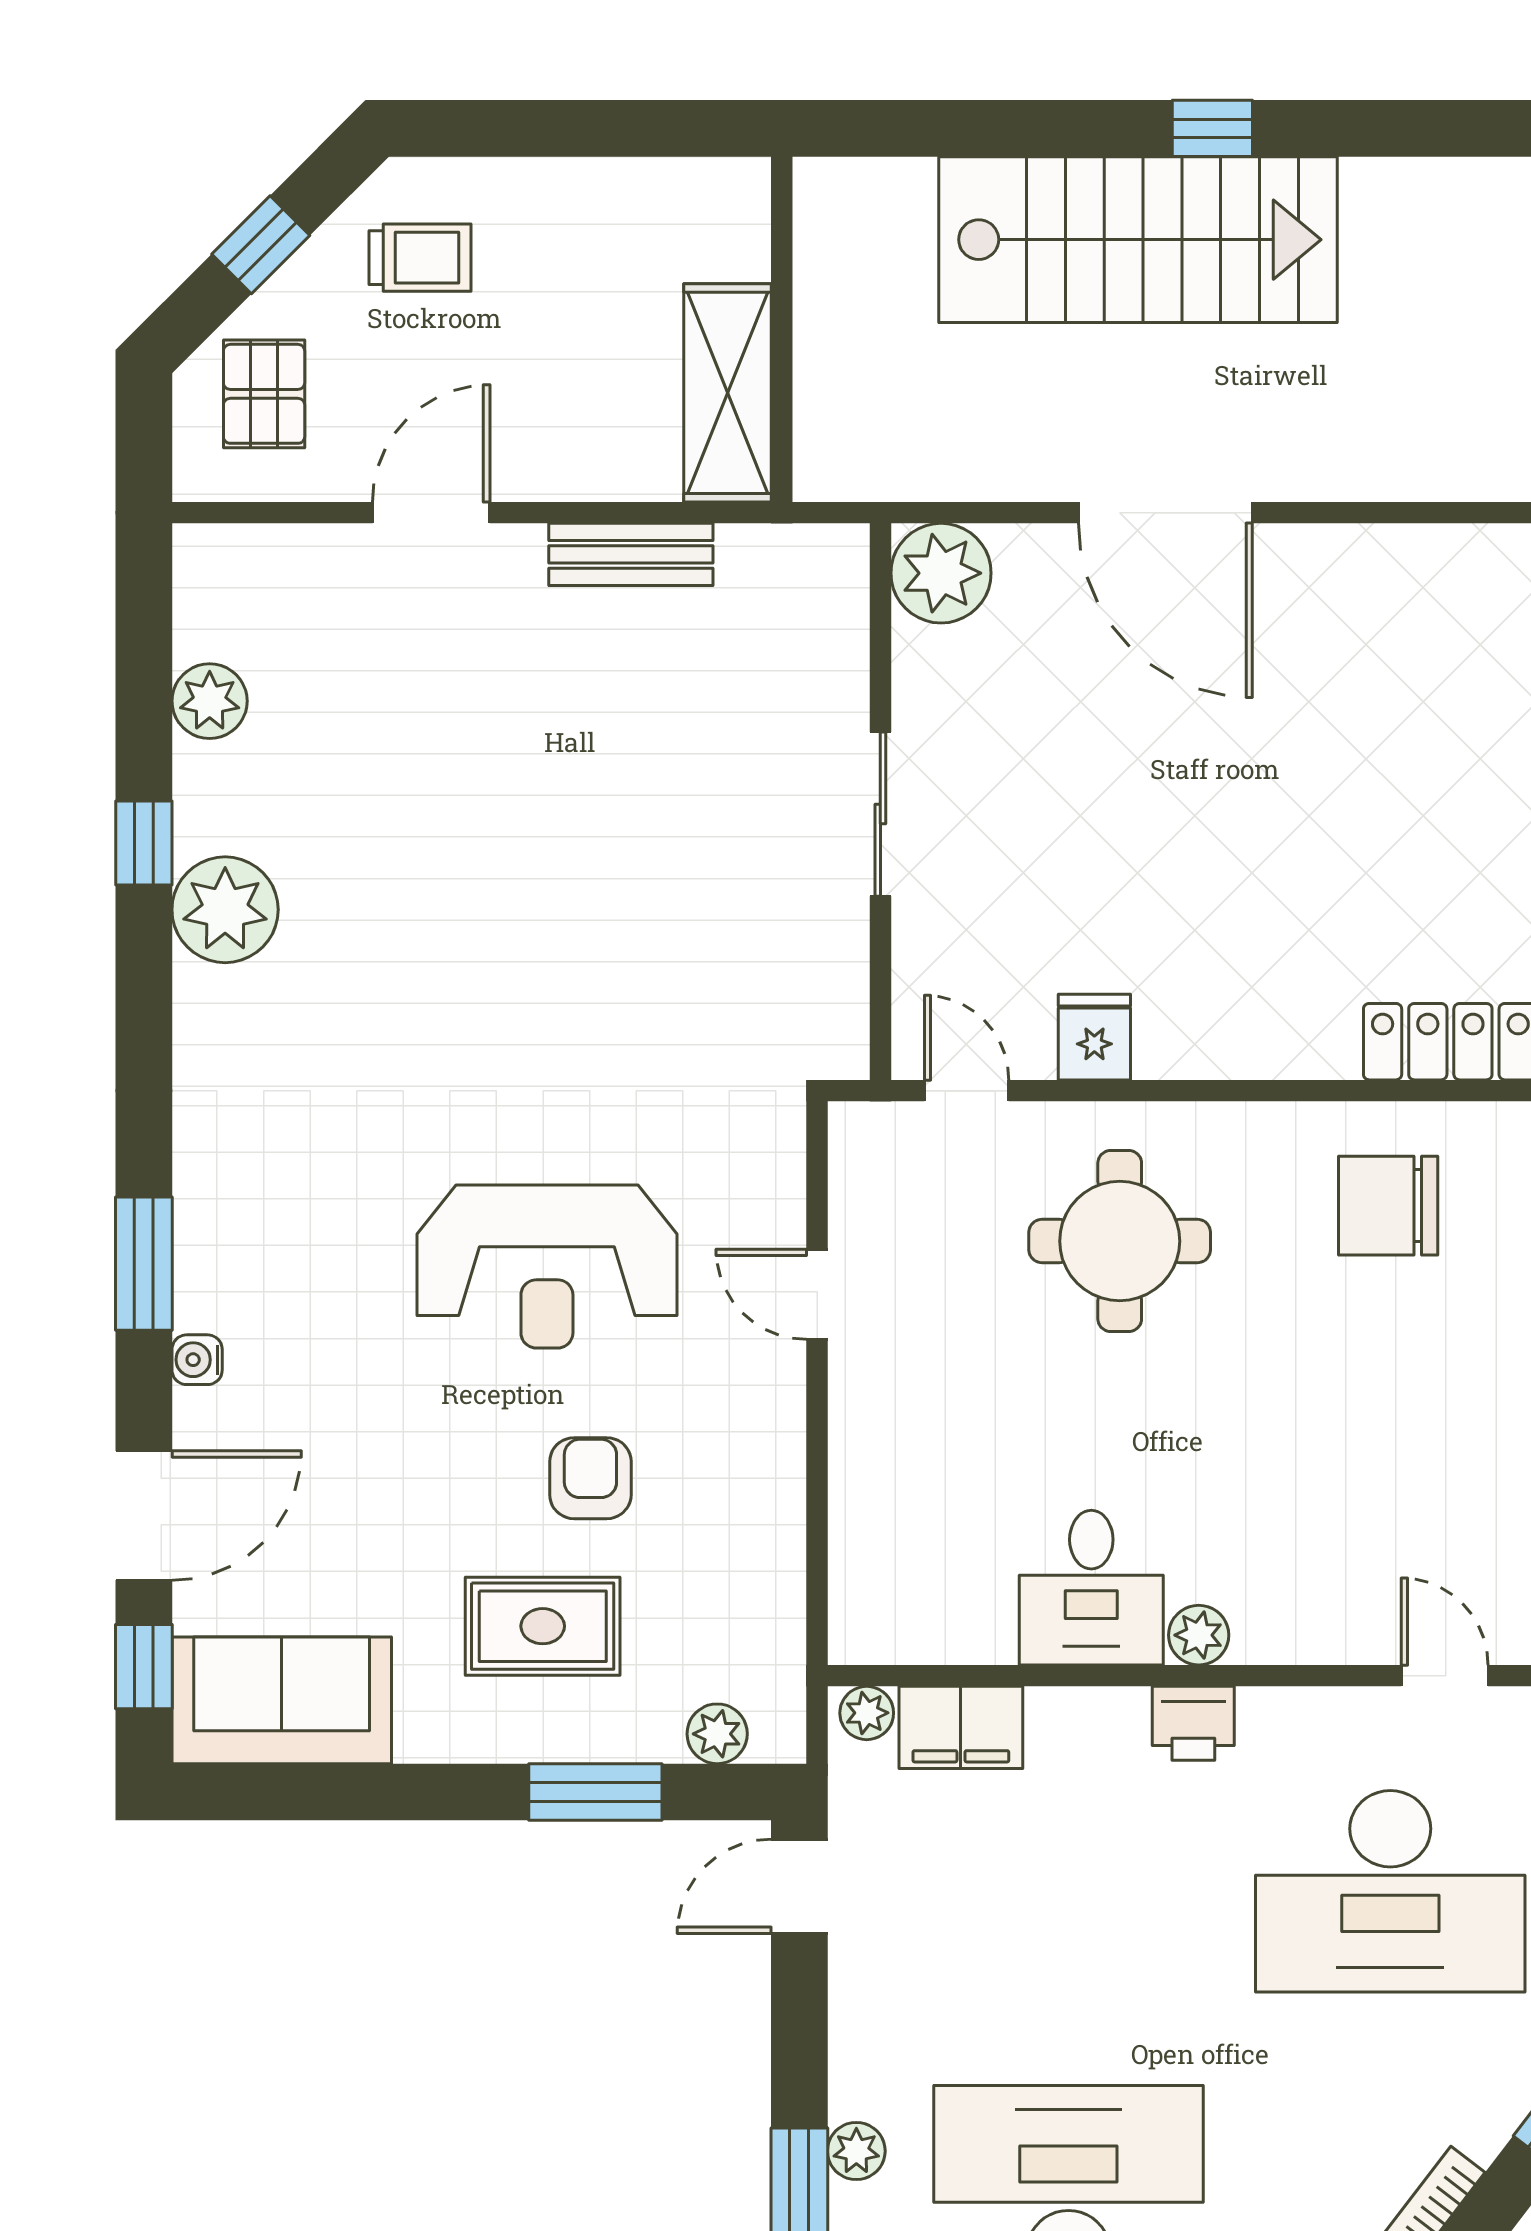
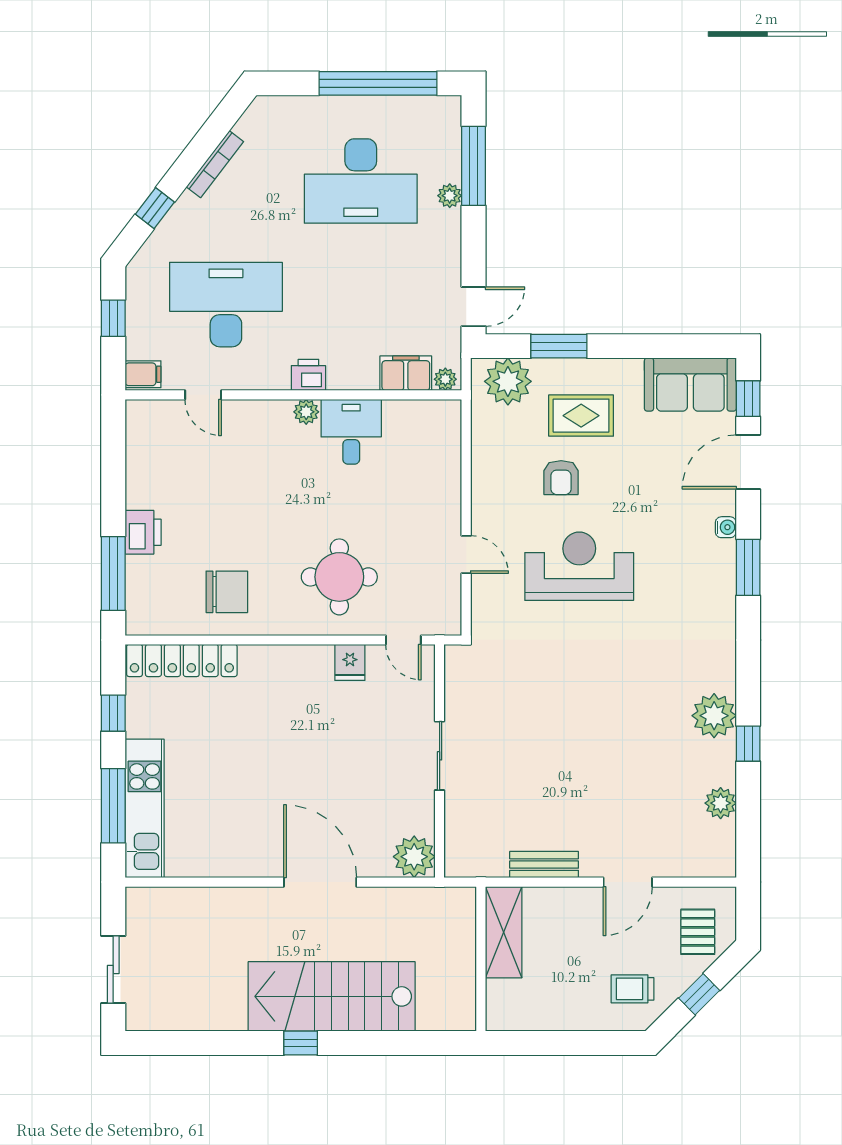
plant: (717, 1734) -> (508, 381), width x1.88, depth x1.88

